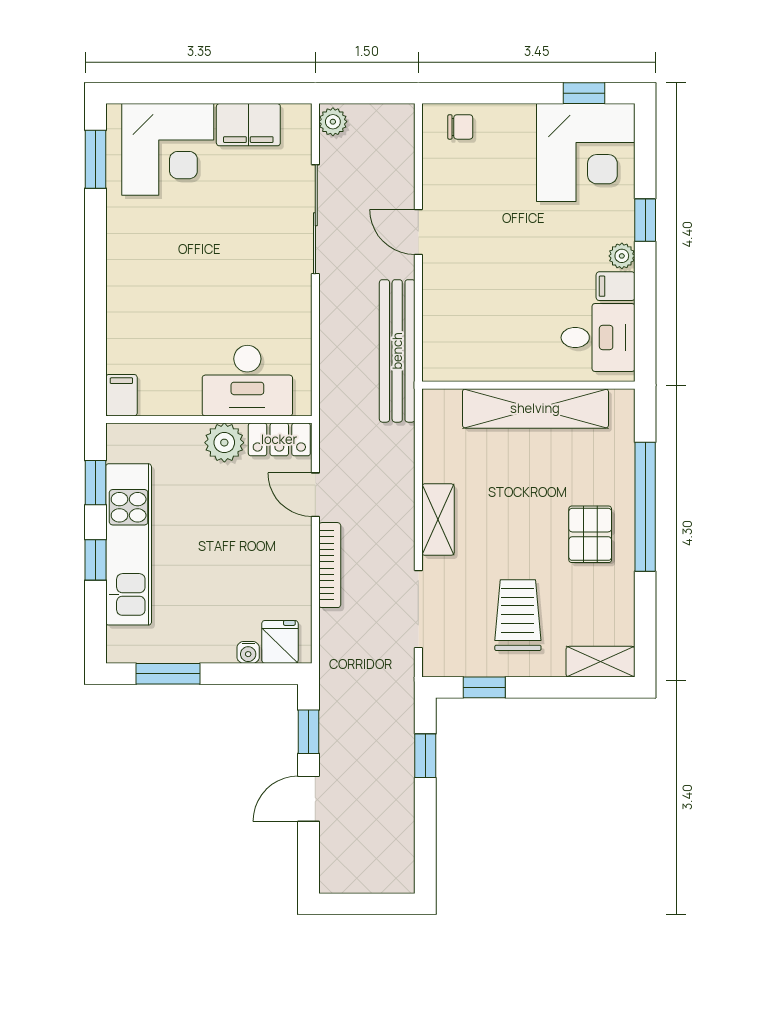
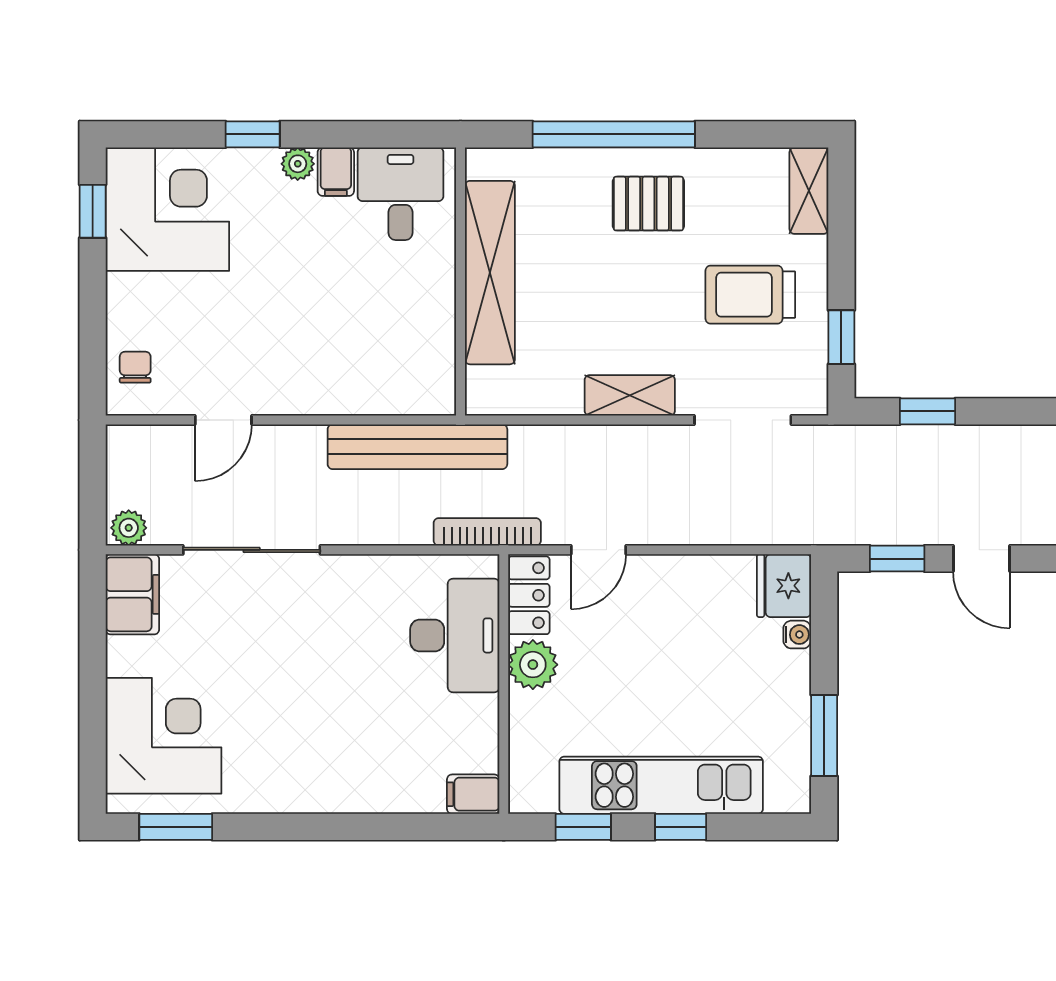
filing cabinet: (248, 125) -> (132, 594), moved
door: (418, 232) -> (223, 420), moved
bookcase: (330, 565) -> (487, 532), moved
fridge: (280, 642) -> (784, 586), width x1.38

